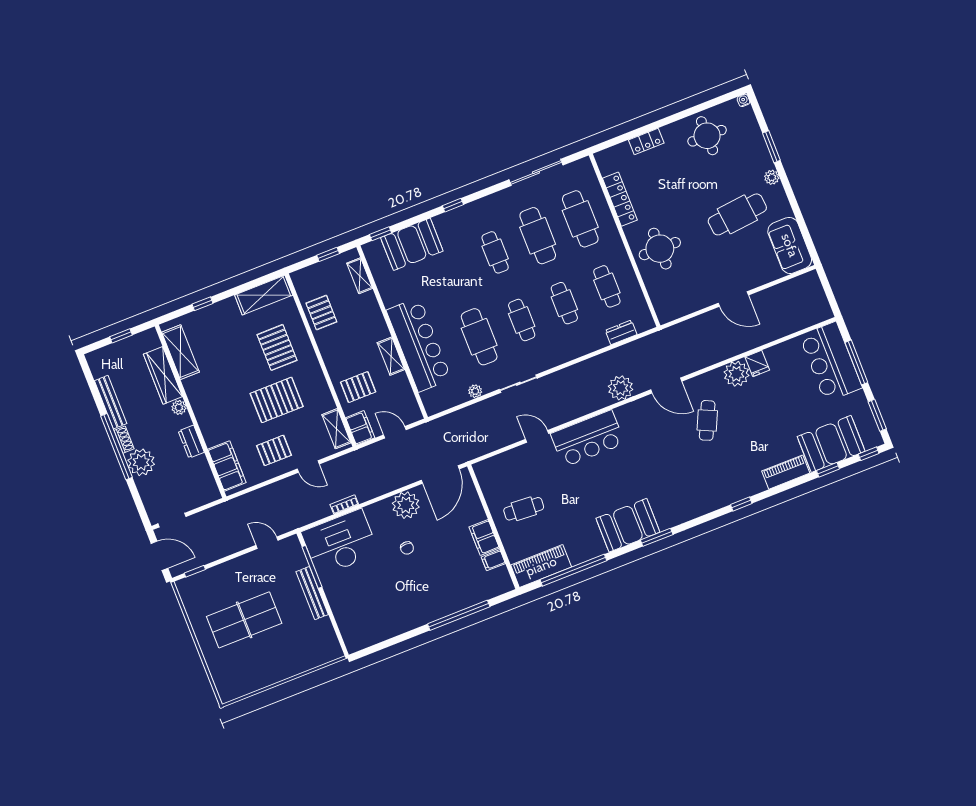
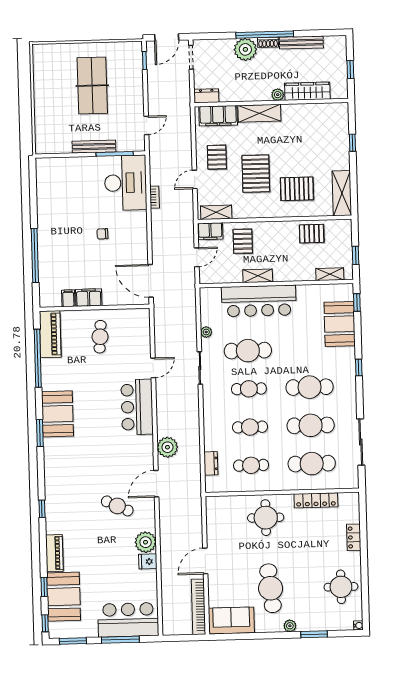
cafe table: (495, 252) -> (310, 387), width x1.37, depth x1.35
bookcase: (788, 288) -> (198, 607), added
shelving: (180, 352) -> (259, 113), moved
dresser: (191, 442) -> (206, 96), moved
plant: (406, 505) -> (136, 245), removed

